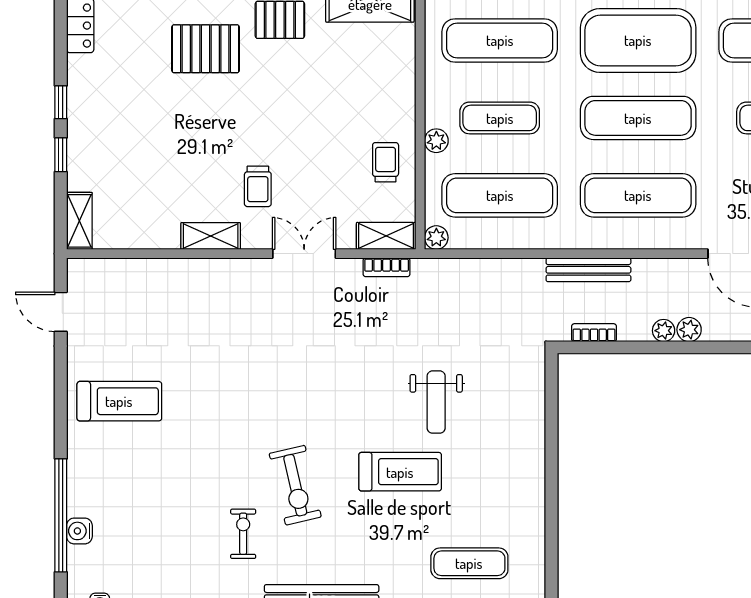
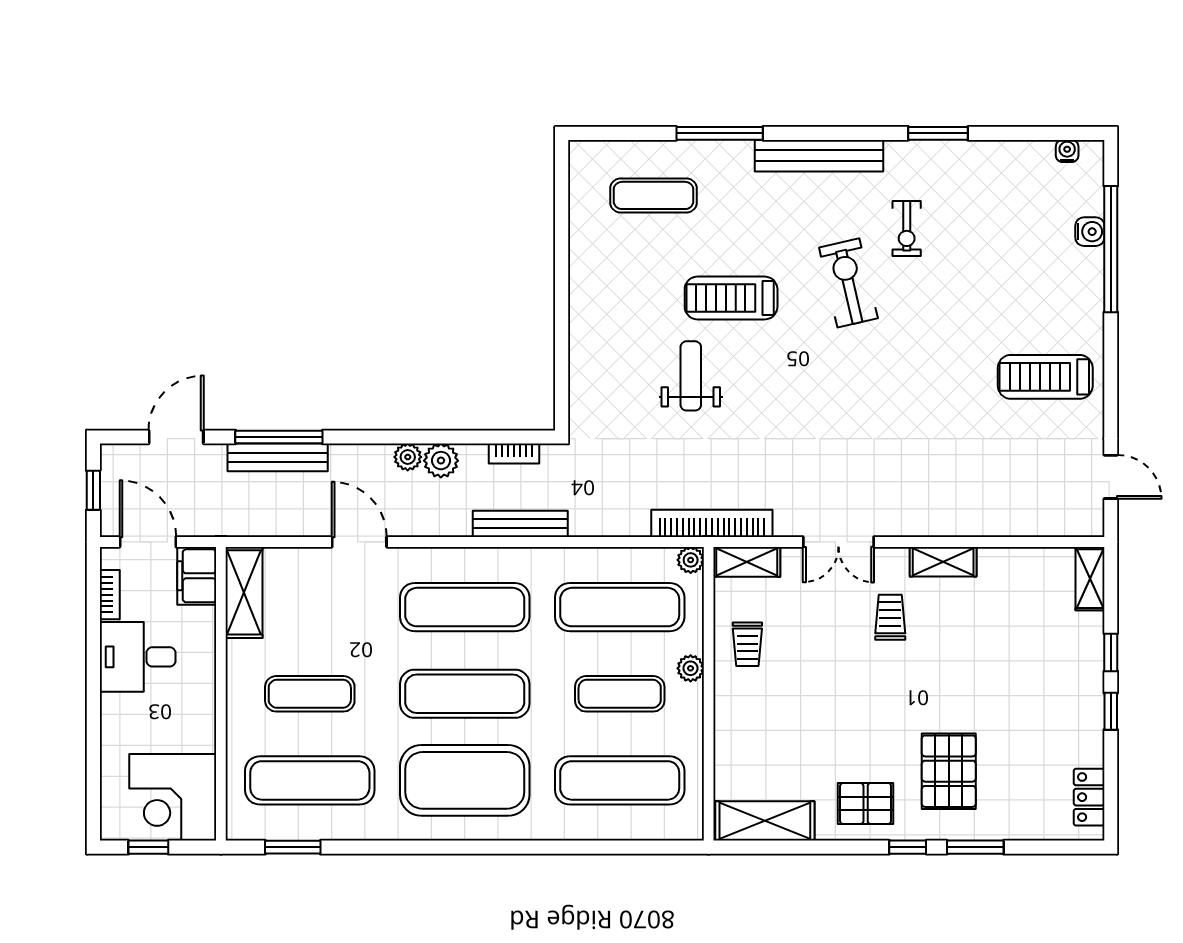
pallet: (206, 49) -> (949, 771), turned 90
bookcase: (387, 267) -> (712, 523), width x2.31, depth x1.31
plant: (664, 331) -> (441, 461), width x1.38, depth x1.38

